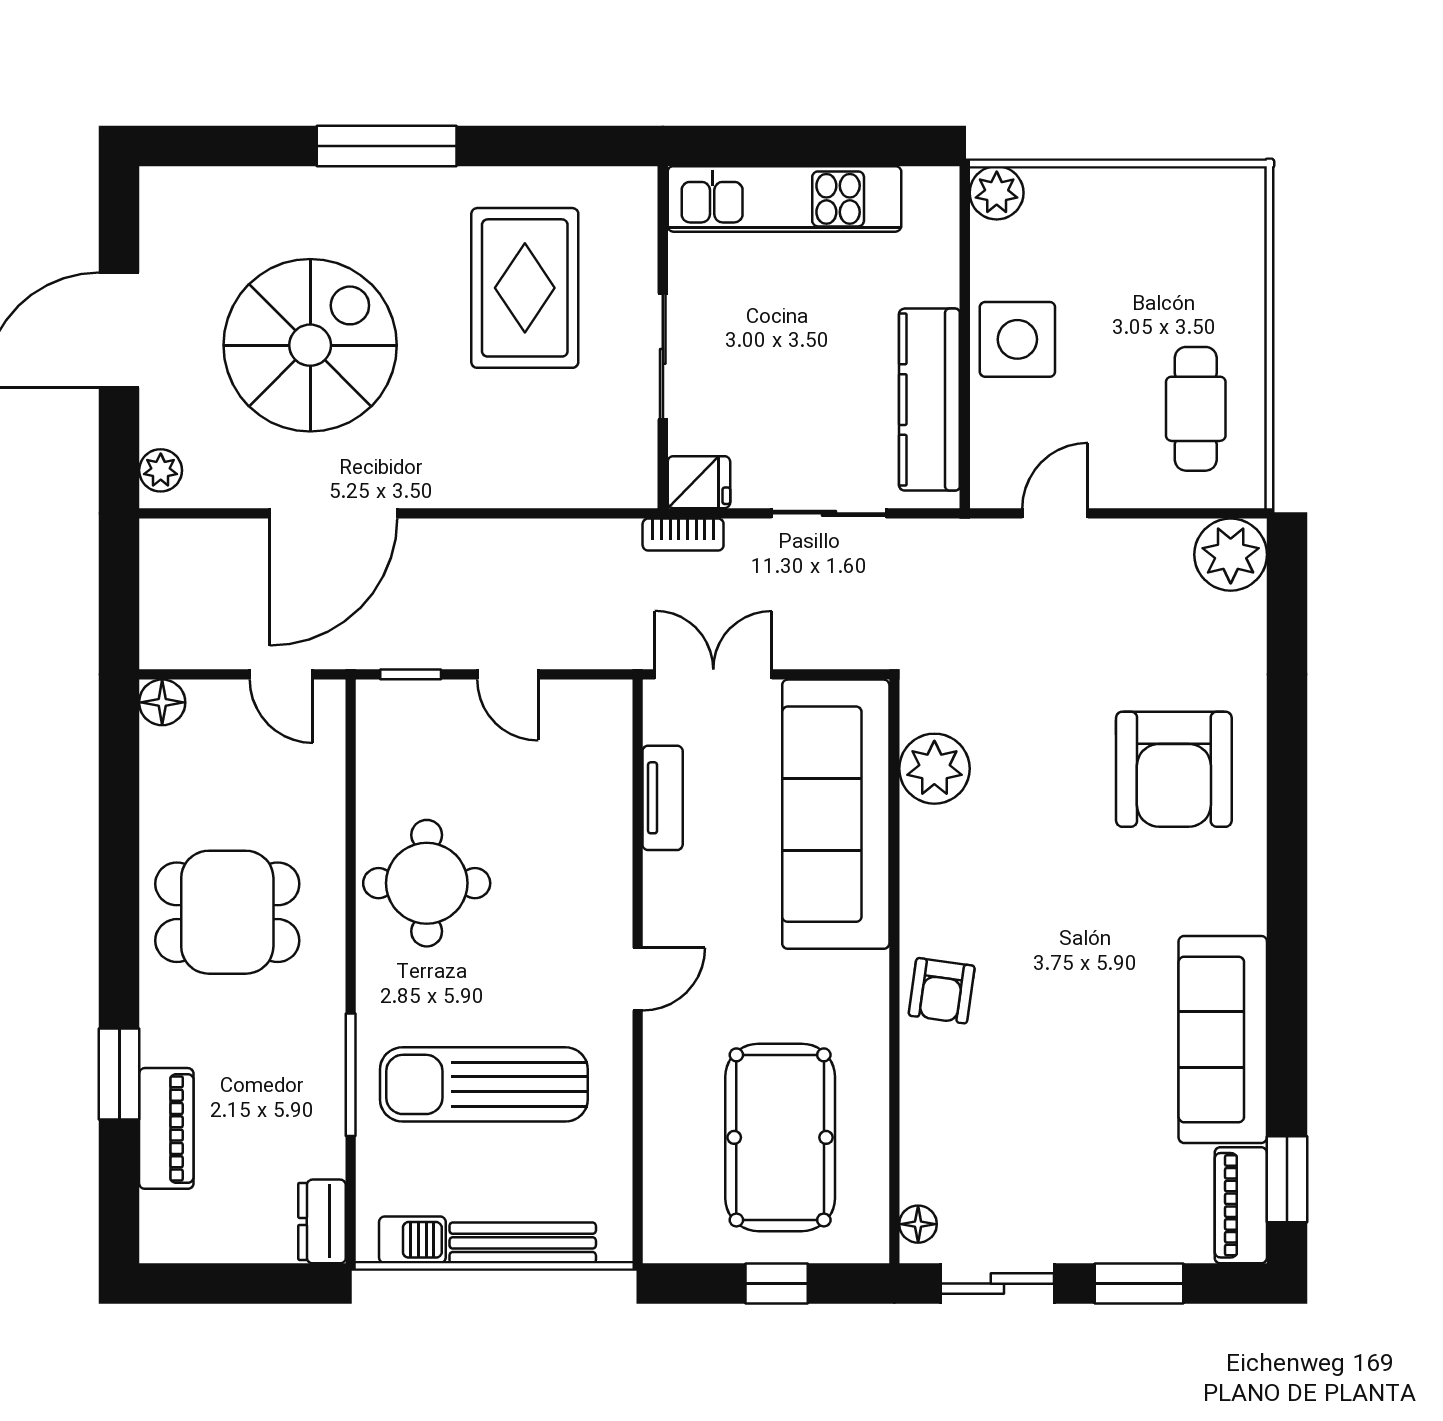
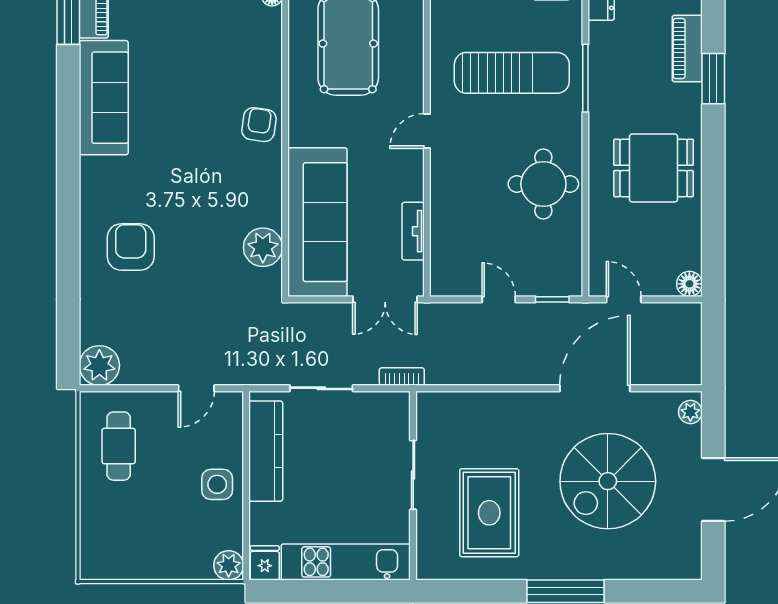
side table: (1017, 339) -> (217, 484), width x0.73, depth x0.73
fridge: (699, 482) -> (265, 563), moved, turned 90
armchair: (1174, 769) -> (131, 247), width x0.73, depth x0.73

